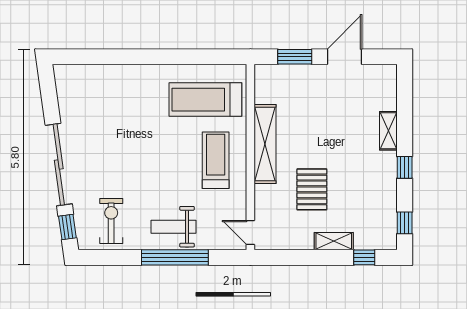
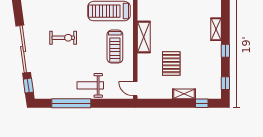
shelving: (265, 144) -> (144, 37), width x0.68
treadmill: (216, 160) -> (115, 47), turned 180
exercise bike: (111, 221) -> (63, 38), moved, turned 90
window: (175, 257) -> (71, 103), moved

